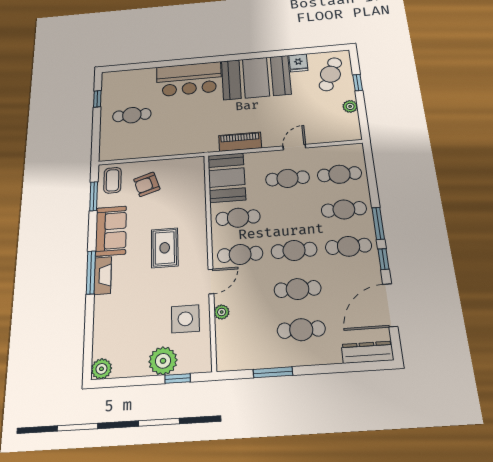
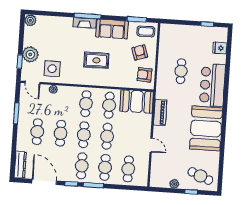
fridge: (298, 63) -> (220, 48), moved
cafe table: (132, 115) -> (181, 71), moved
armchair: (182, 172) -> (144, 75), added
cafe table: (288, 178) -> (107, 136), moved
door: (211, 281) -> (32, 83), moved

